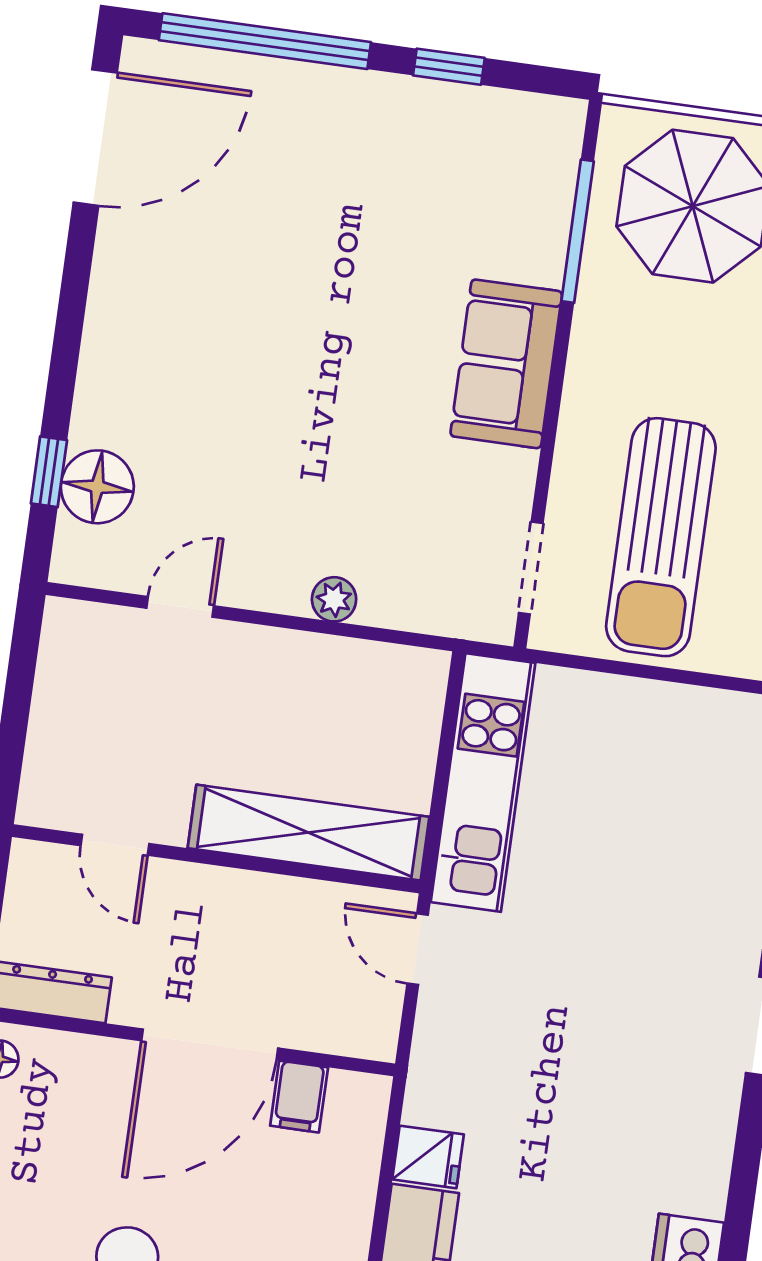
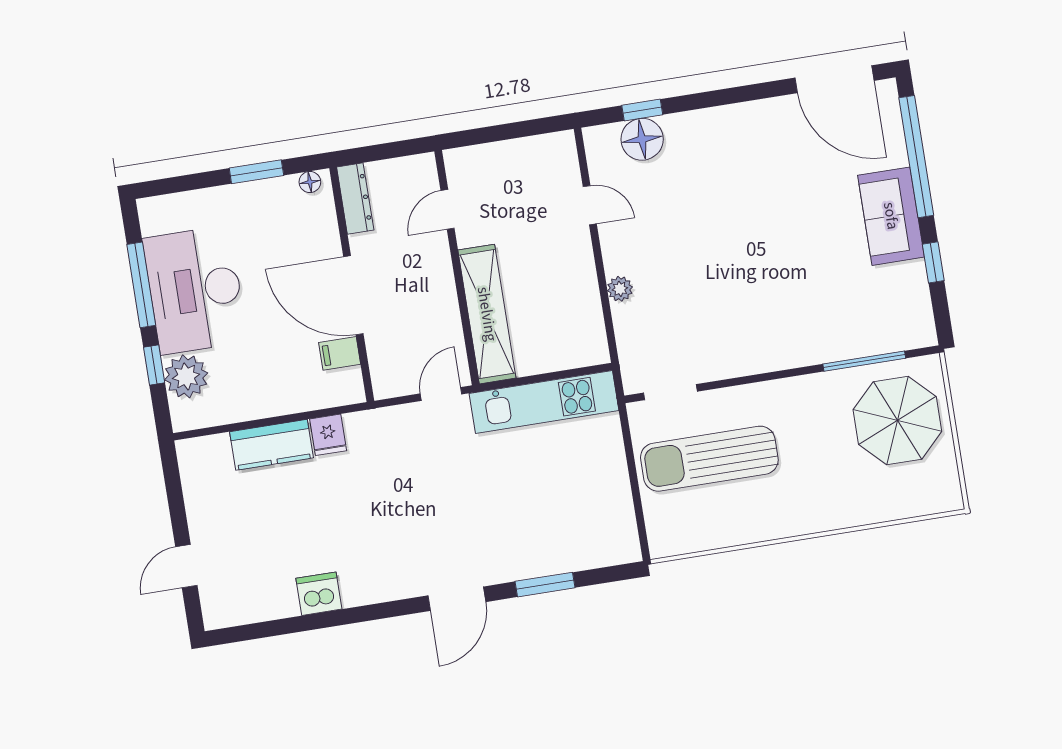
sofa: (506, 364) -> (891, 216), moved, turned -90

